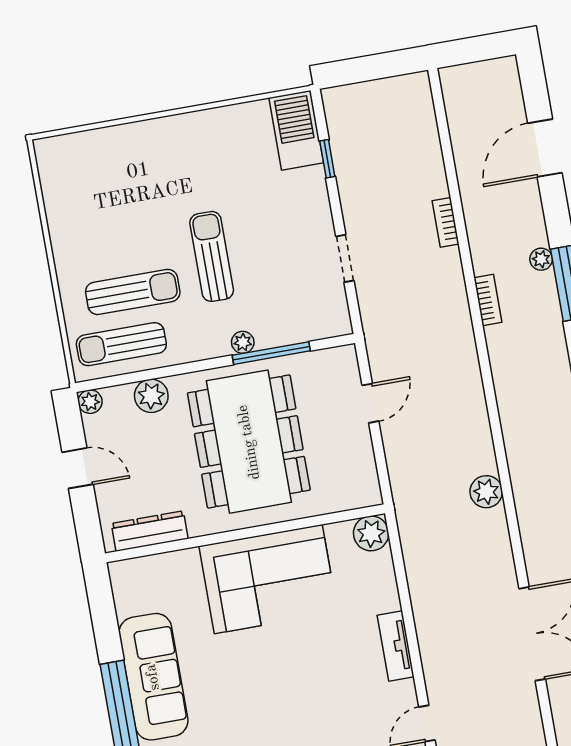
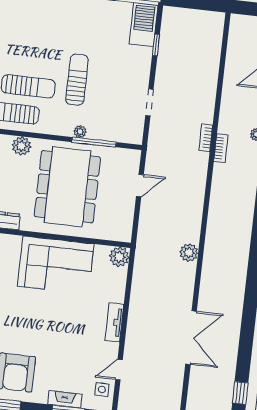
bookcase: (445, 222) -> (206, 138), moved

